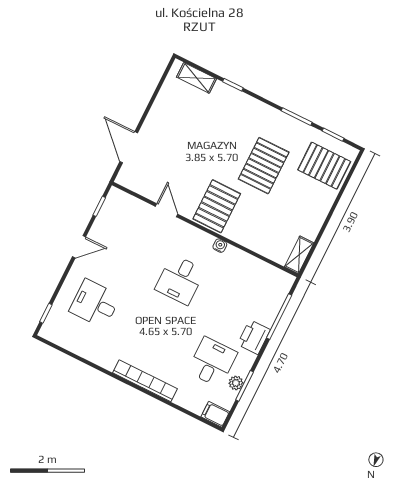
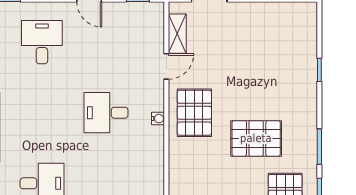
shelving: (197, 78) -> (177, 34), moved
pallet: (217, 206) -> (194, 113), turned 90
water cooler: (220, 246) -> (158, 119), moved

